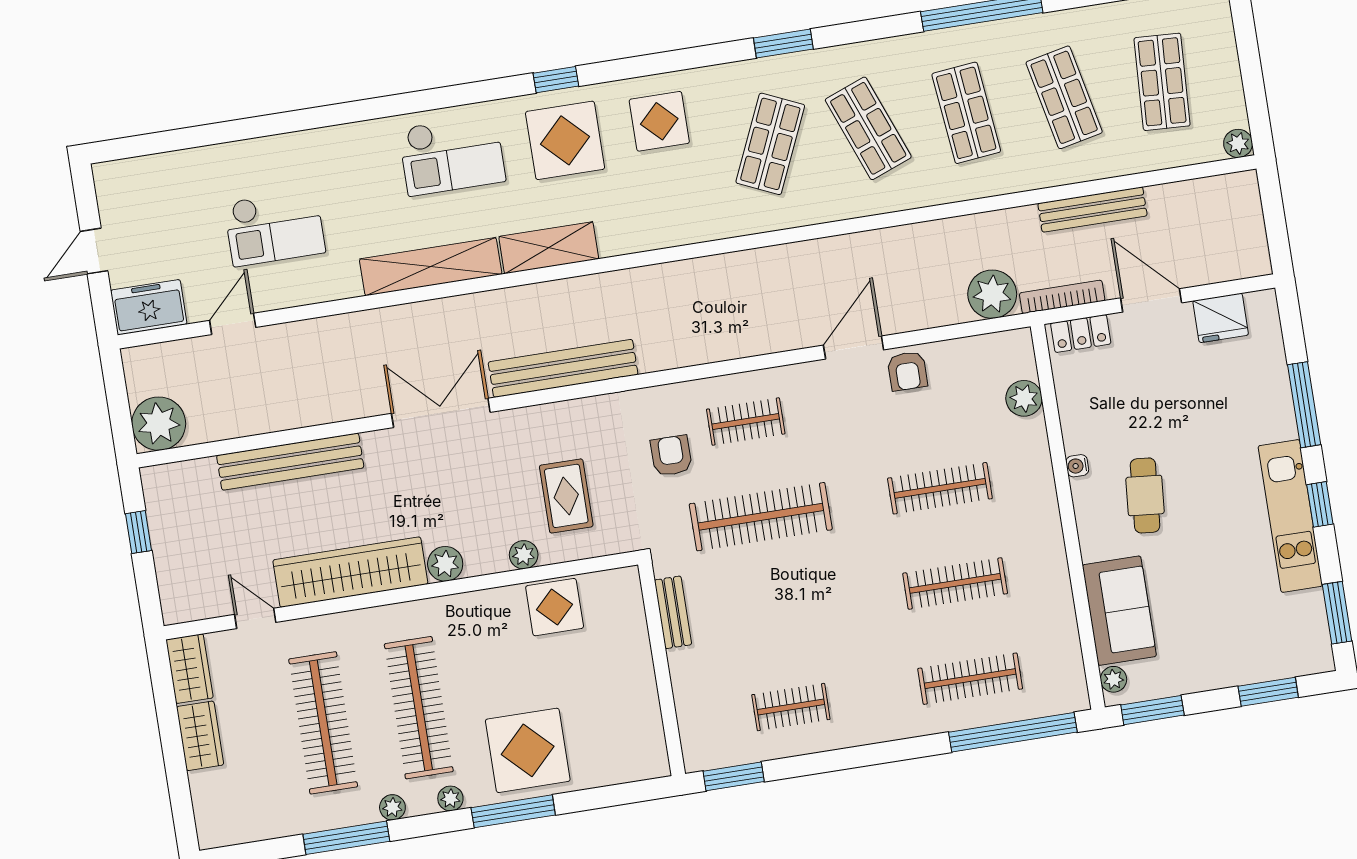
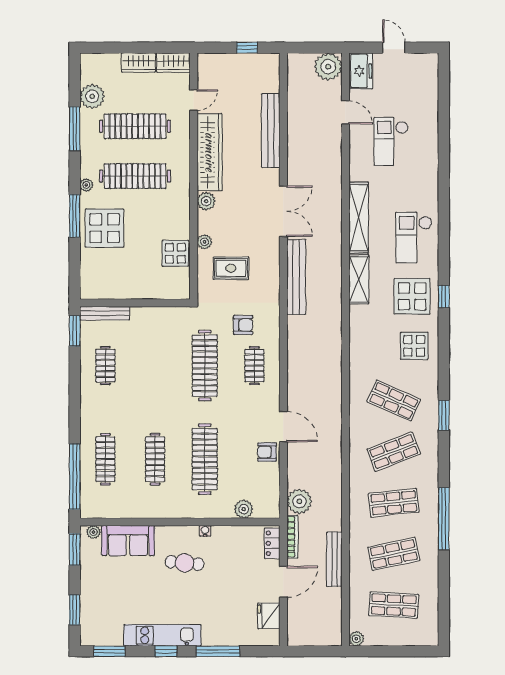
plant: (159, 424) -> (328, 67), moved
clothes rail: (940, 488) -> (205, 459), width x1.37, depth x1.31
bench: (673, 612) -> (105, 313), moved, width x1.36
plant: (392, 807) -> (92, 96), moved, width x1.88, depth x1.88

